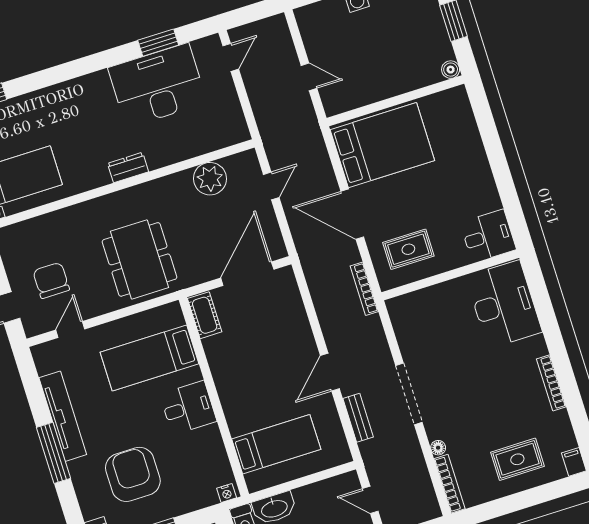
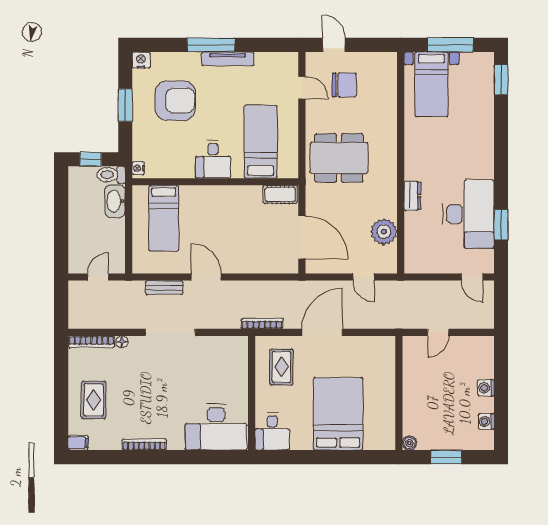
bed: (382, 145) -> (338, 414), moved, turned 180
dresser: (128, 167) -> (412, 196), moved
tv unit: (63, 416) -> (228, 59), width x0.73, depth x0.78

